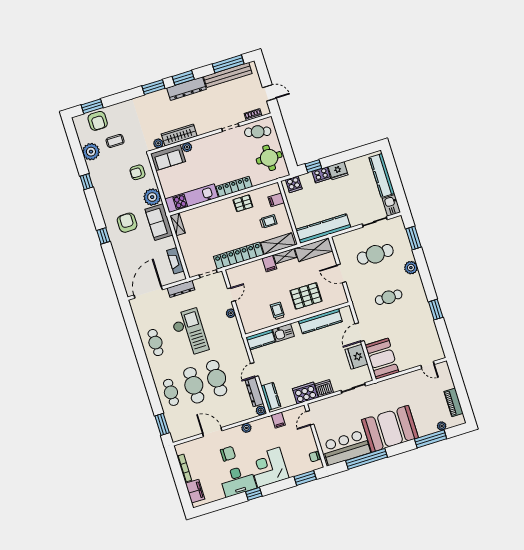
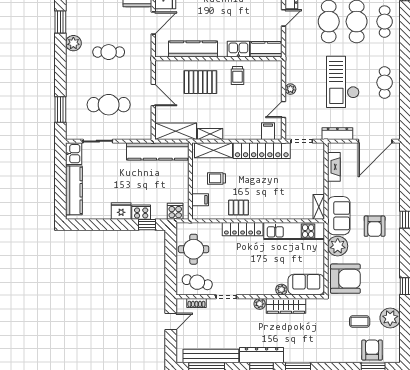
door: (269, 93) -> (171, 322), swing flipped
plant: (158, 143) -> (260, 304), moved
armchair: (138, 172) -> (345, 279), width x1.88, depth x1.88
filing cabinet: (269, 264) -> (268, 131), moved
plant: (411, 268) -> (73, 43), moved

